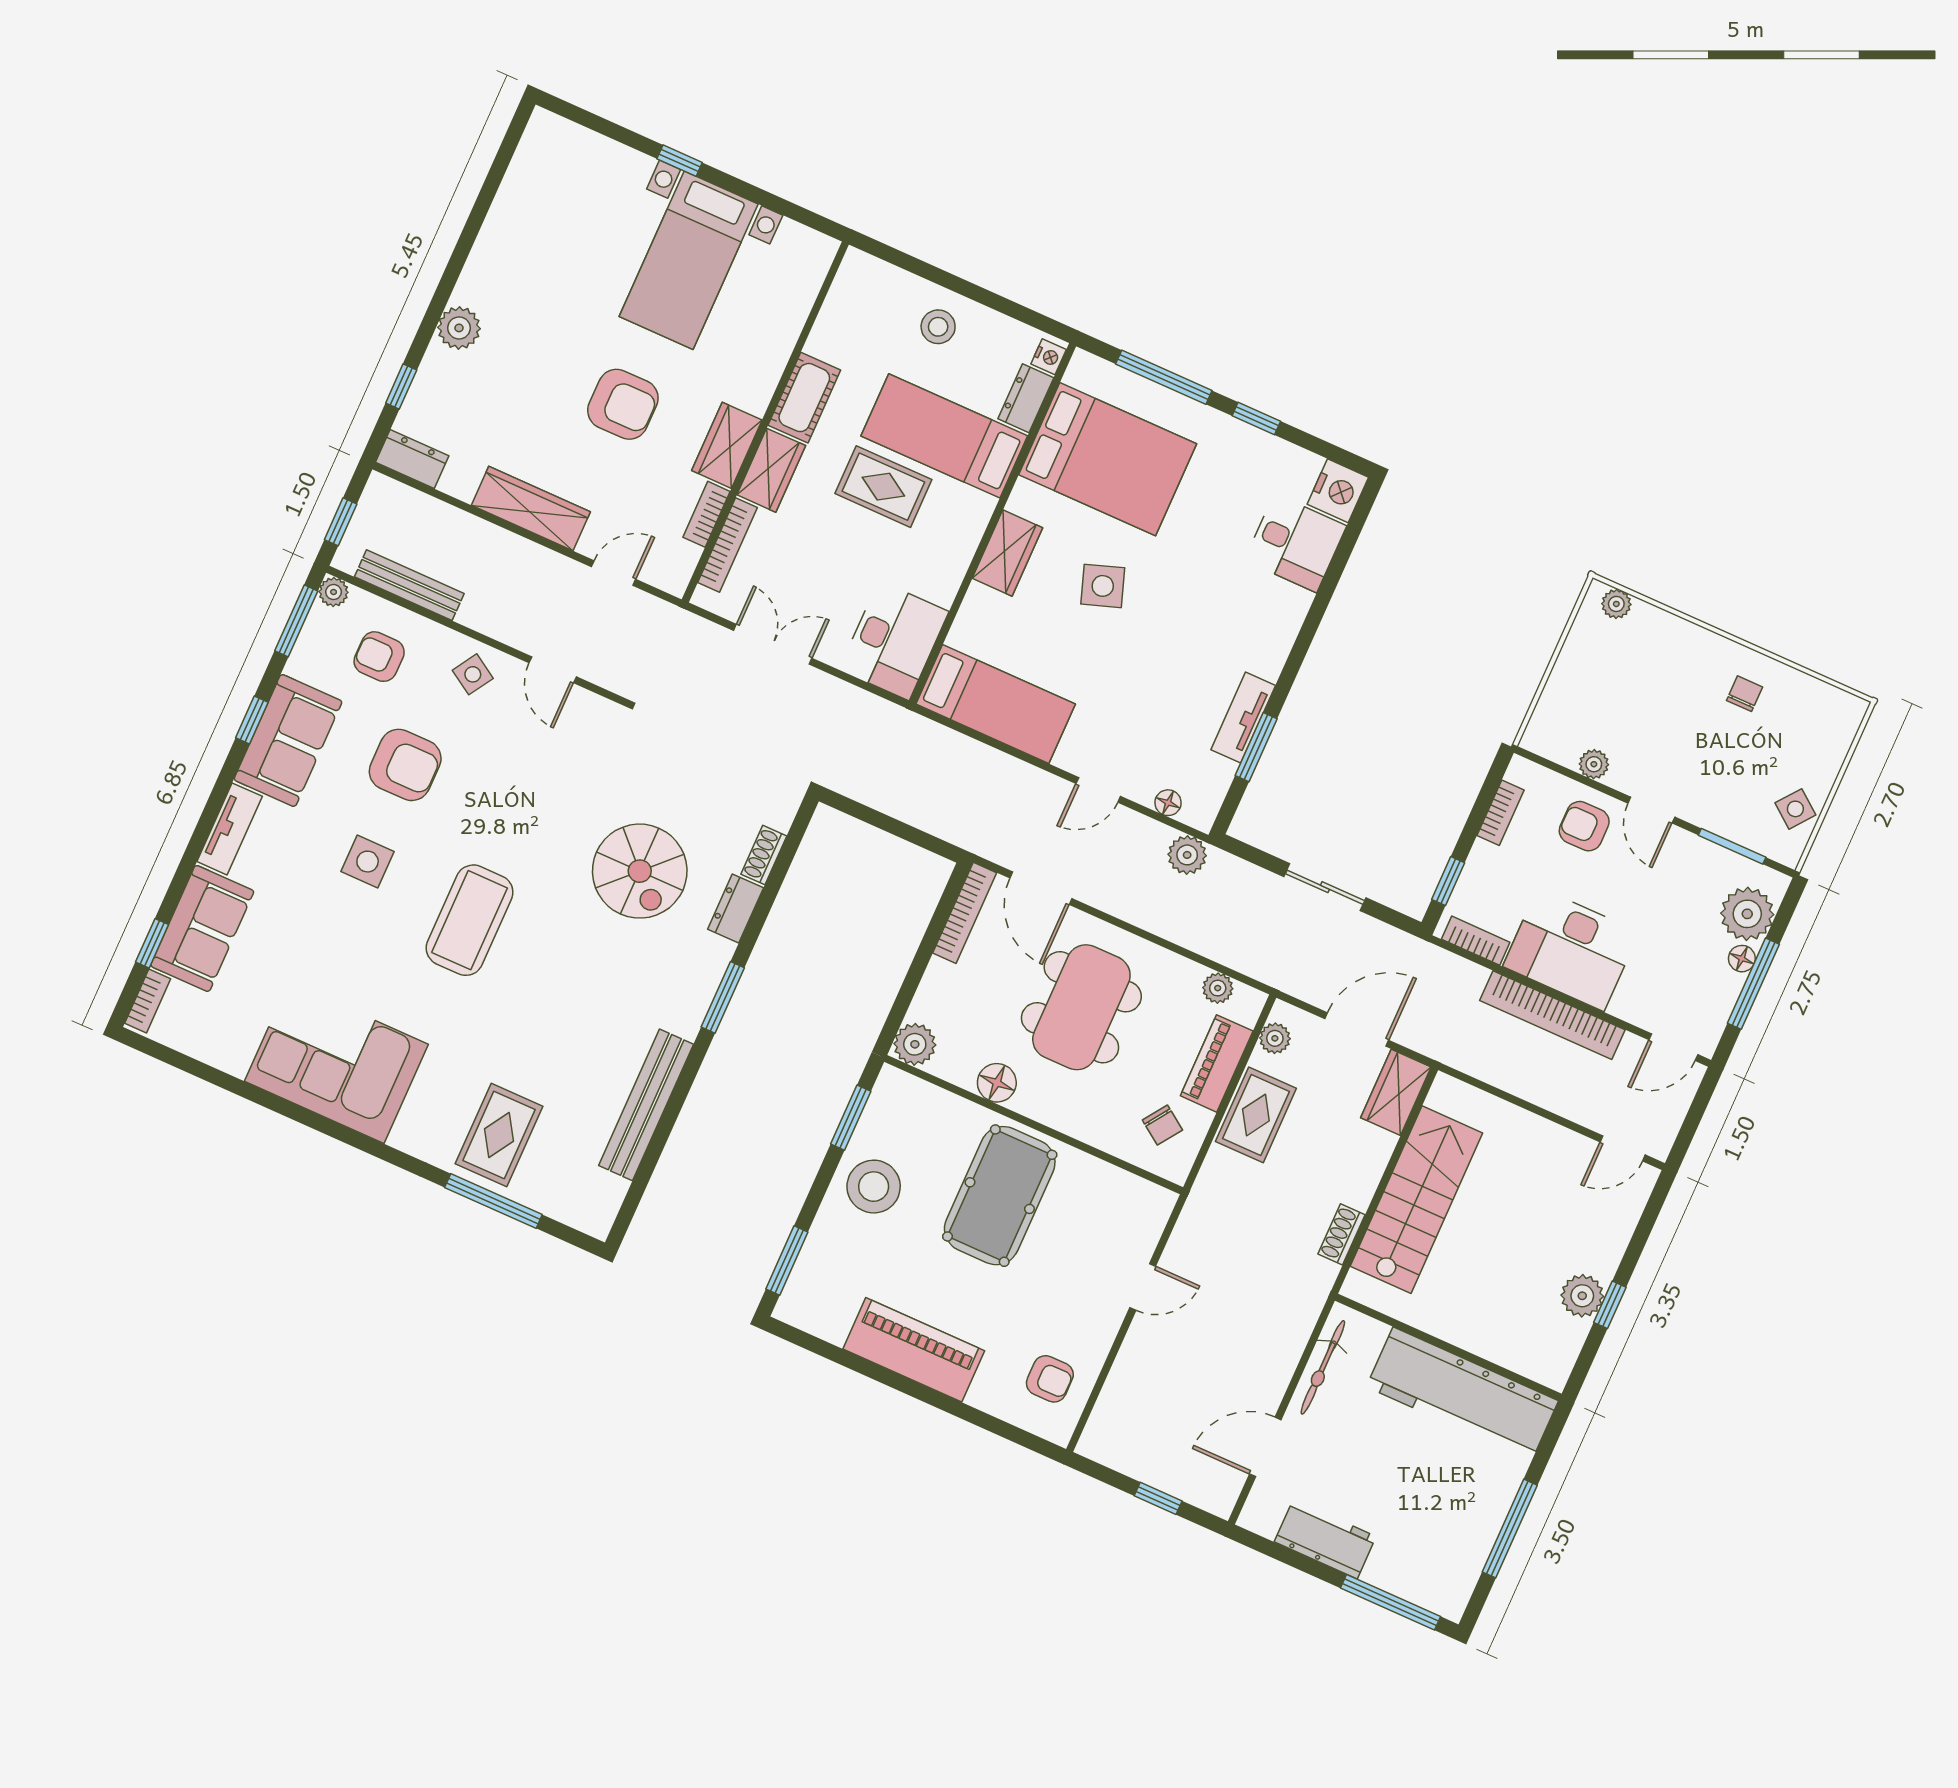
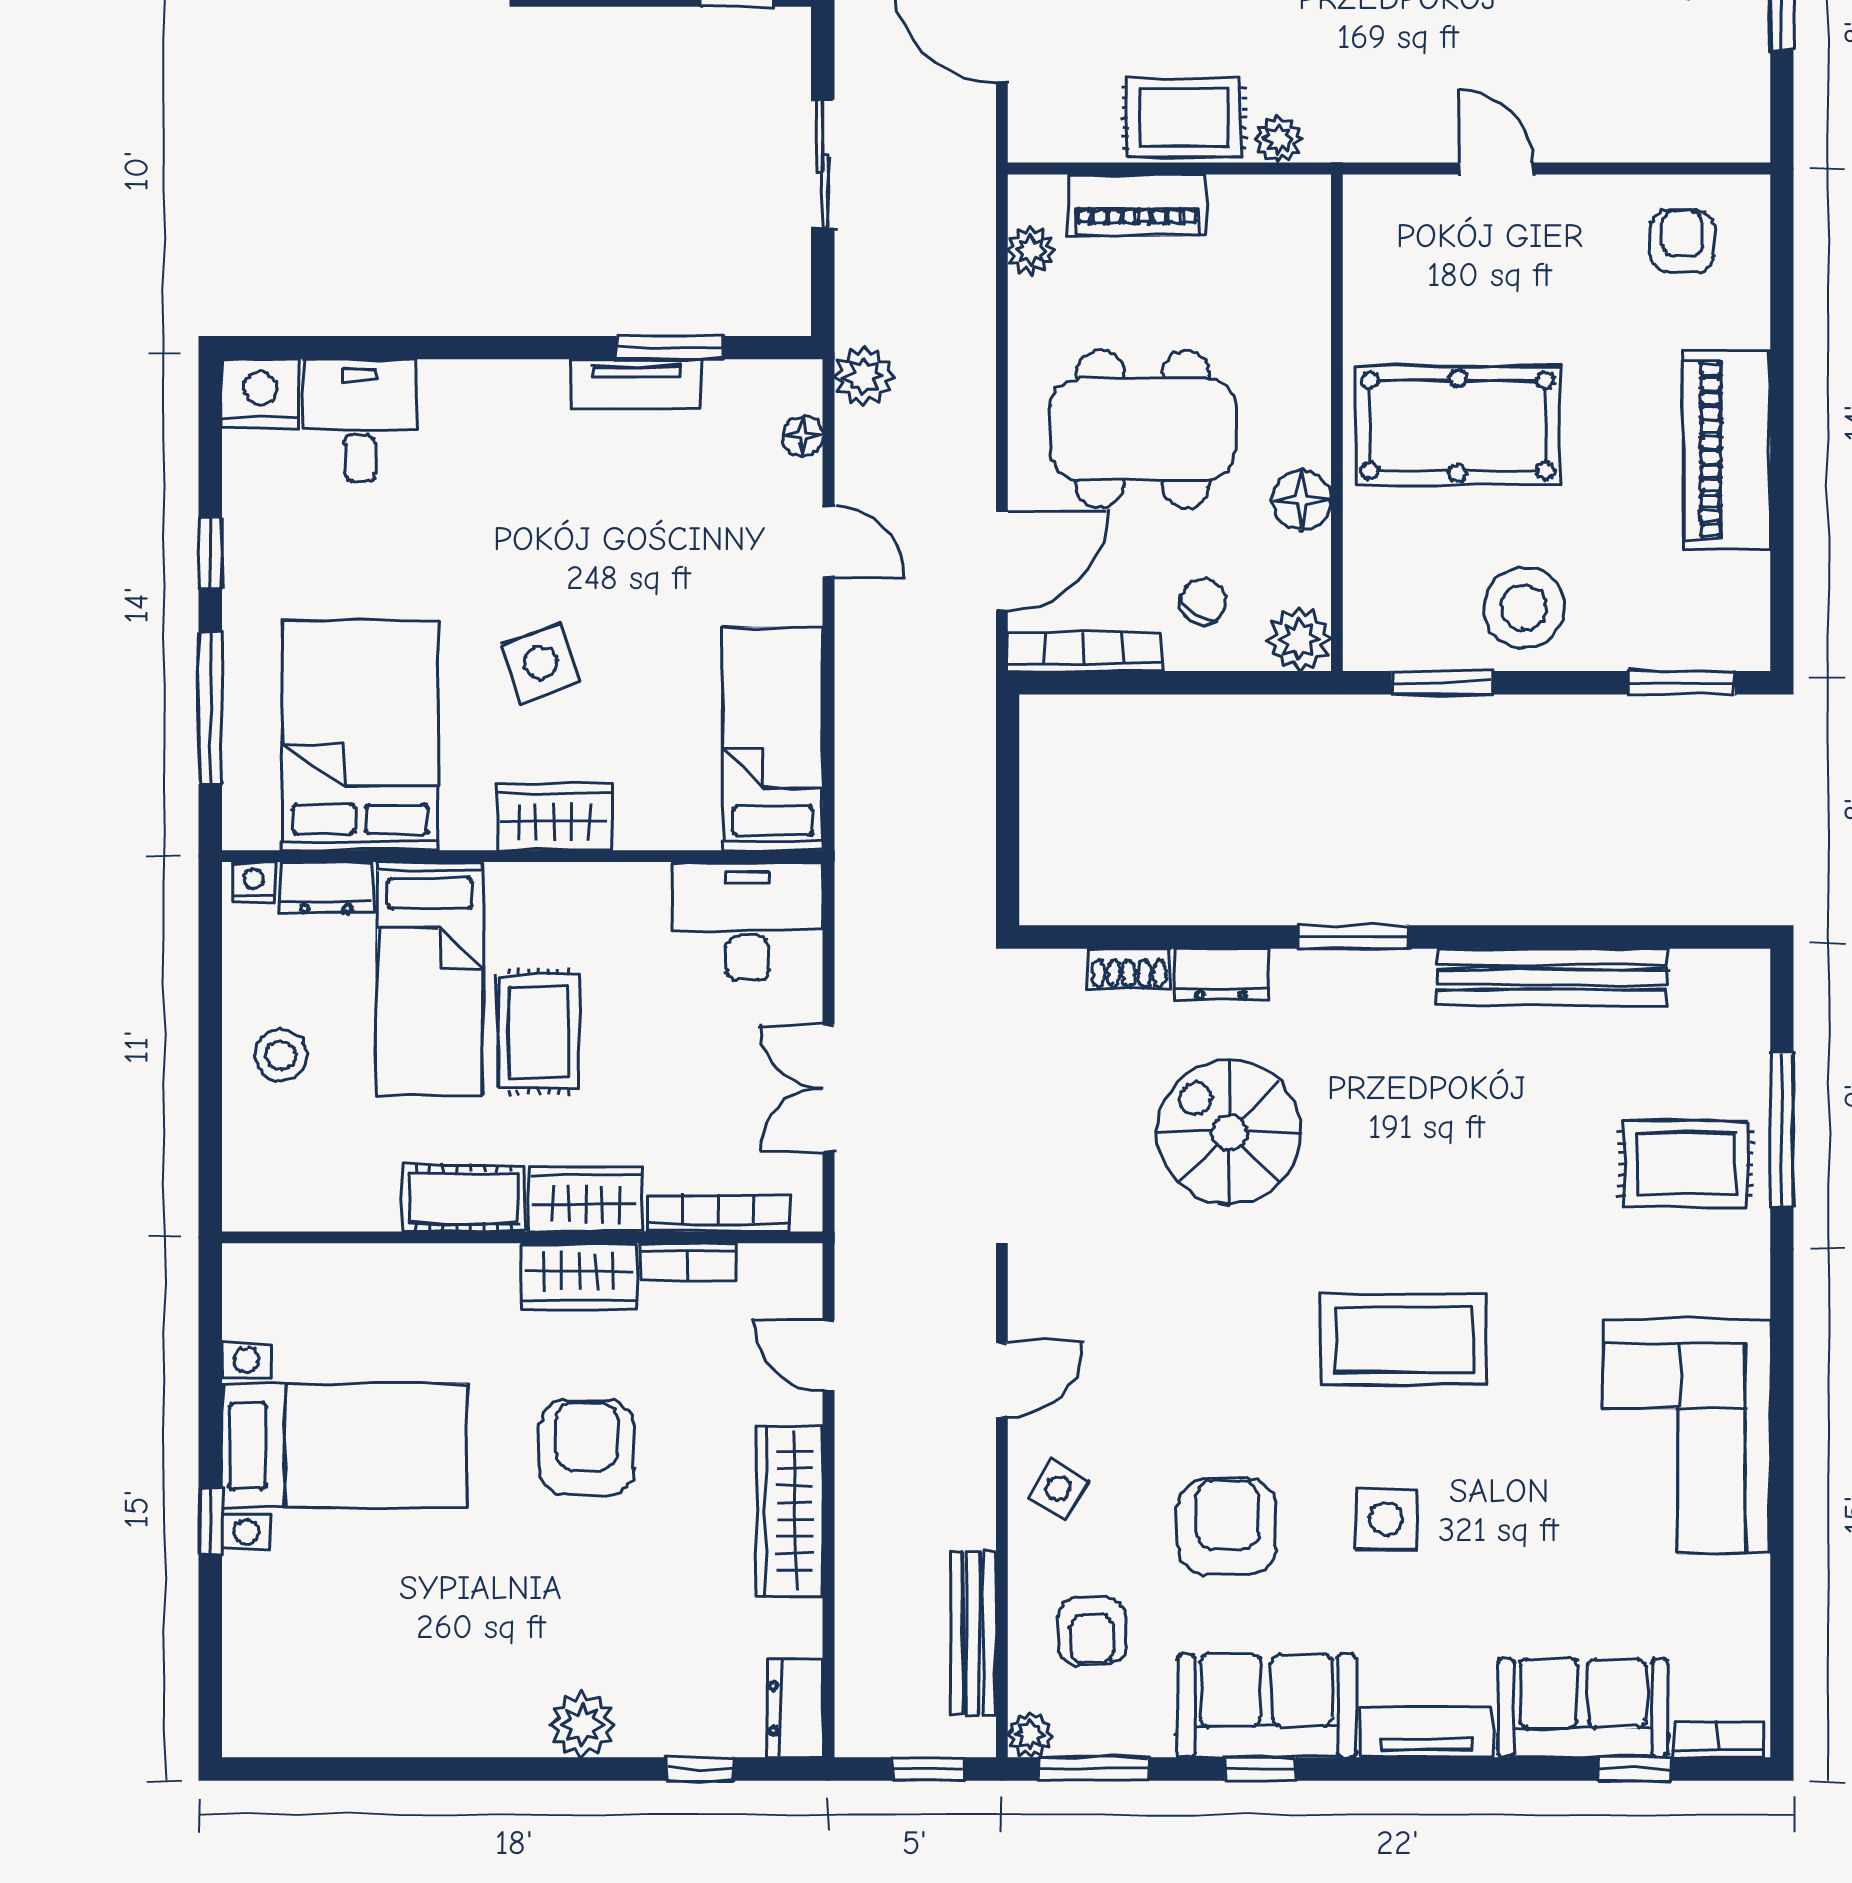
spiral stairs: (640, 871) -> (1229, 1132), turned -90
plant: (1275, 1038) -> (1278, 139), moved
chair: (1162, 1125) -> (1203, 601), moved

